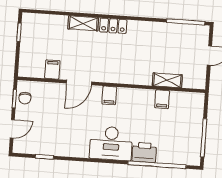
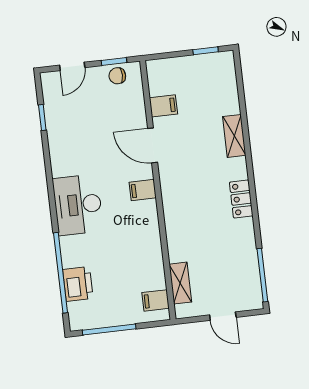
locker: (113, 26) -> (241, 199), moved
shelving: (167, 80) -> (180, 283), moved
filing cabinet: (162, 99) -> (156, 300), moved
door: (12, 129) -> (72, 66), hinge flipped
printer: (144, 152) -> (78, 284), moved

